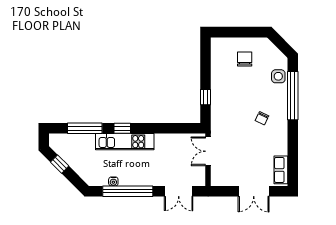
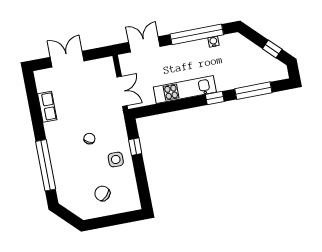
chair: (245, 59) -> (102, 193), turned 135
side table: (278, 76) -> (116, 160), moved
chair: (262, 118) -> (89, 139), moved
kitchen unit: (125, 142) -> (185, 90), moved
row of seats: (281, 170) -> (47, 107), moved

